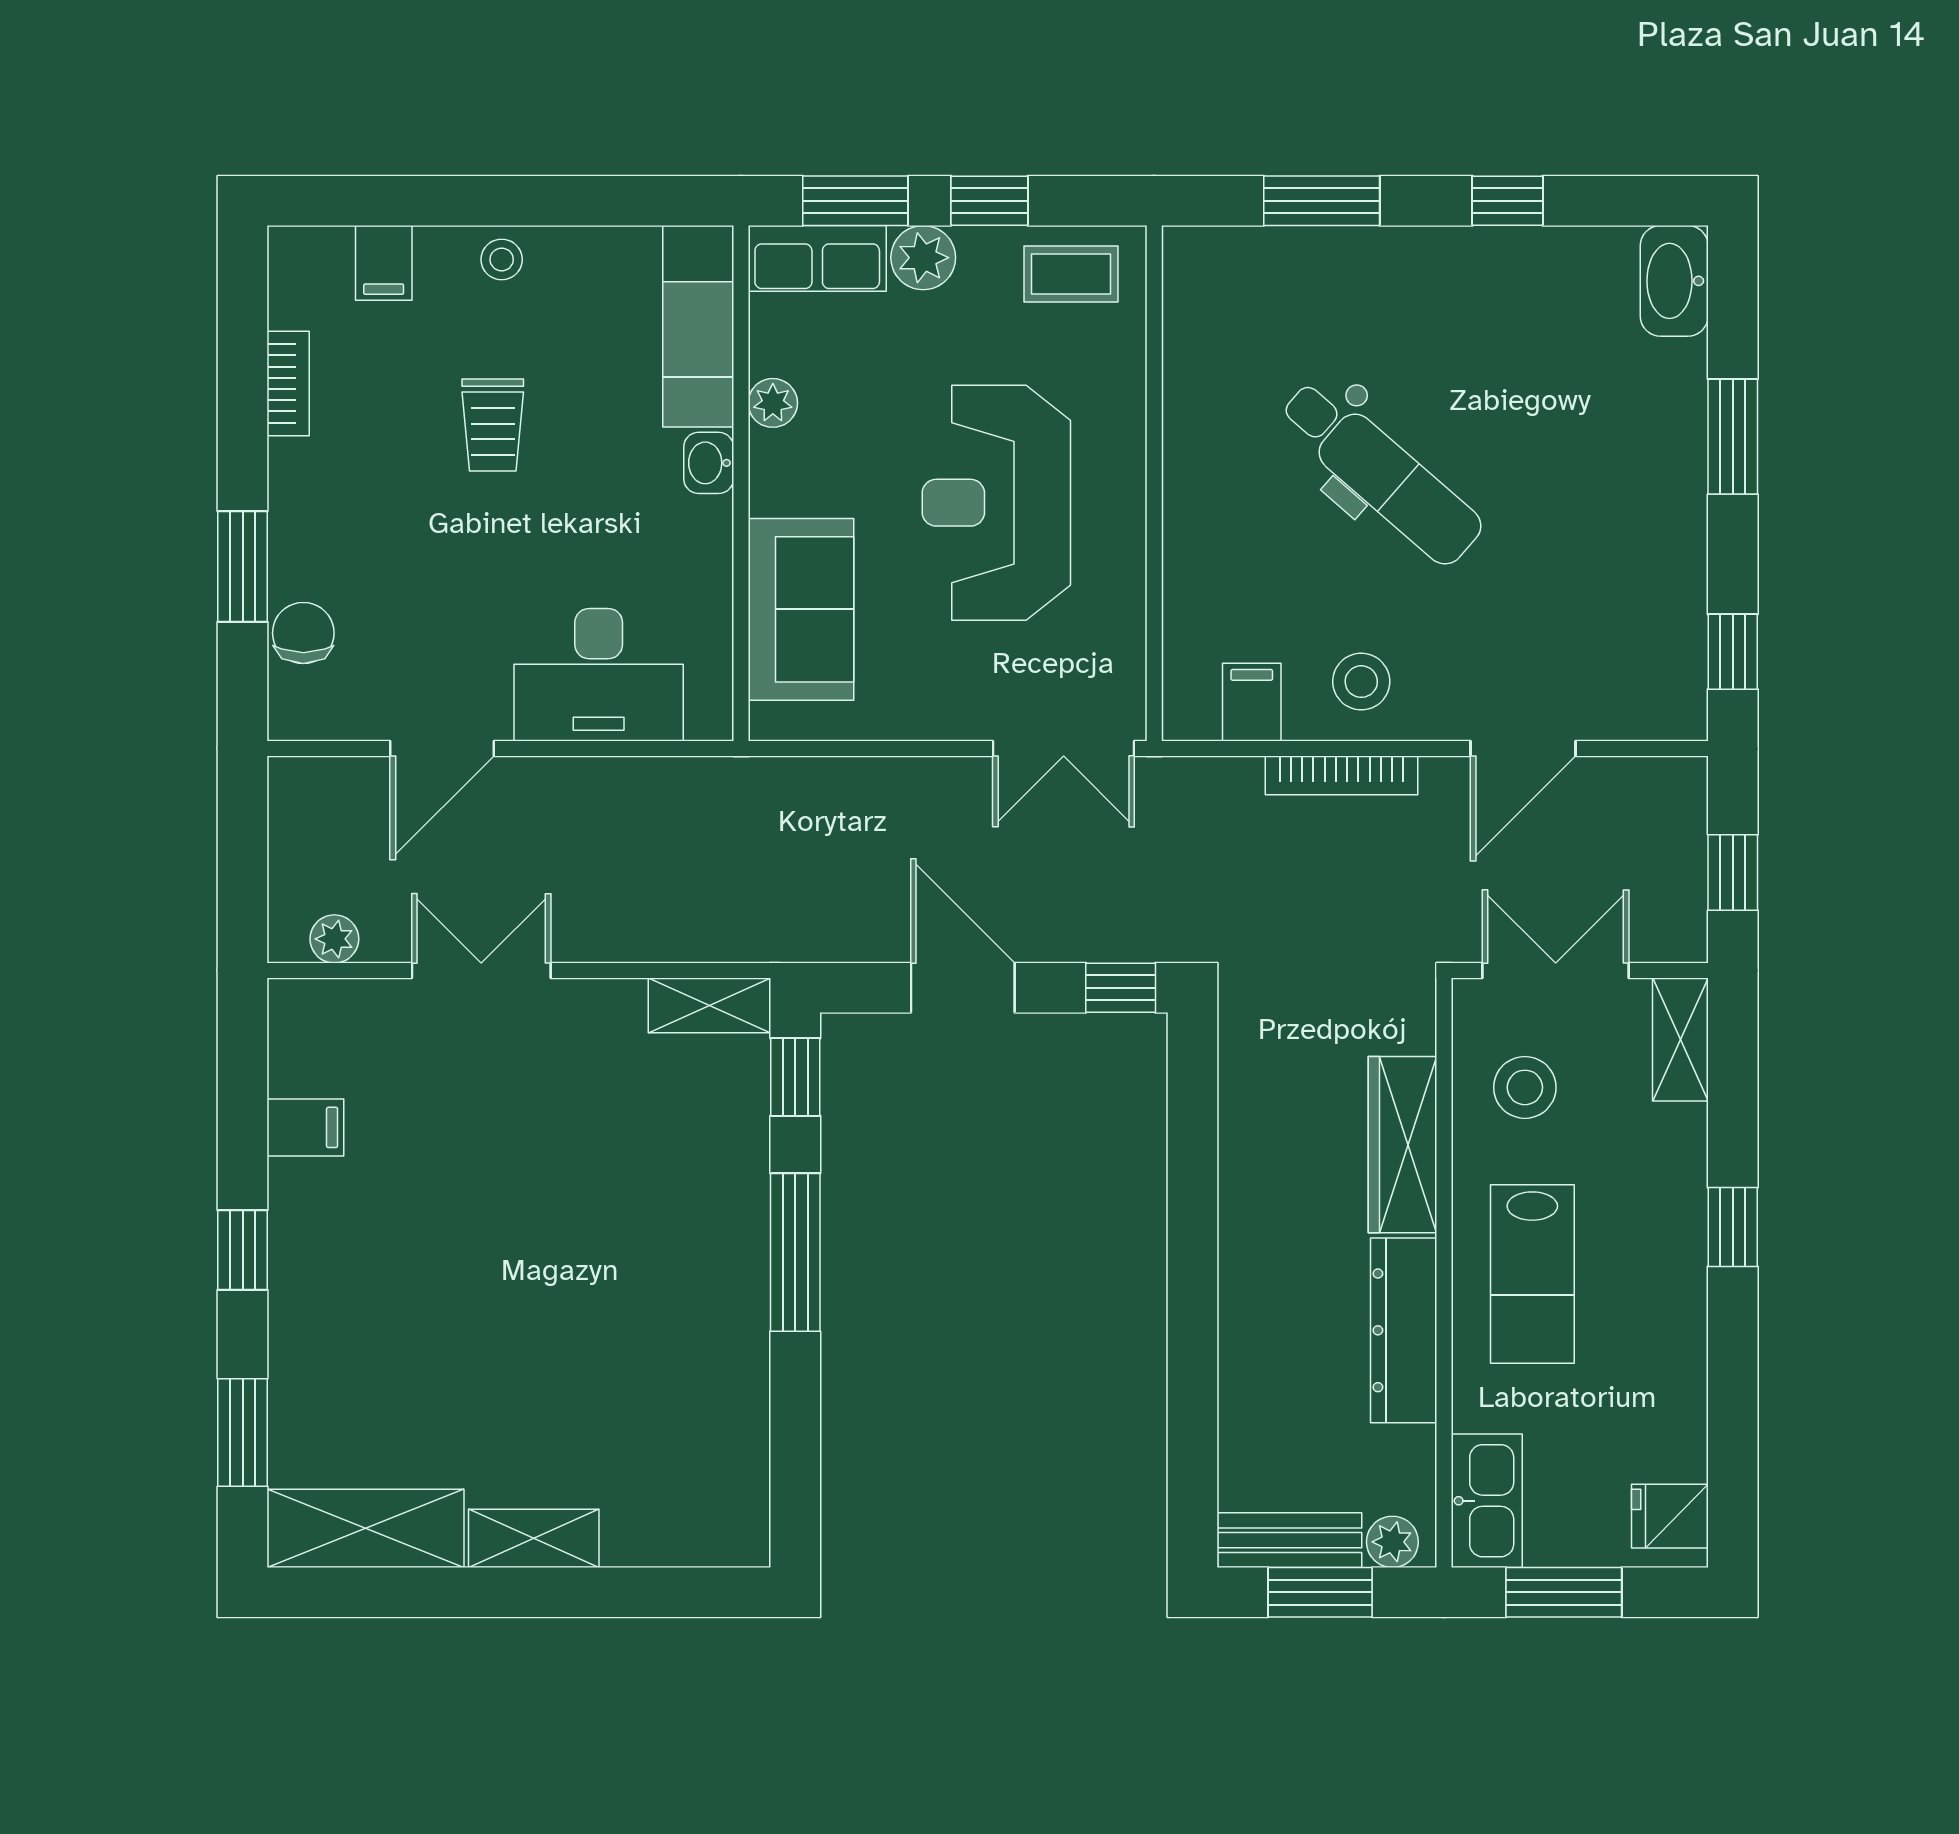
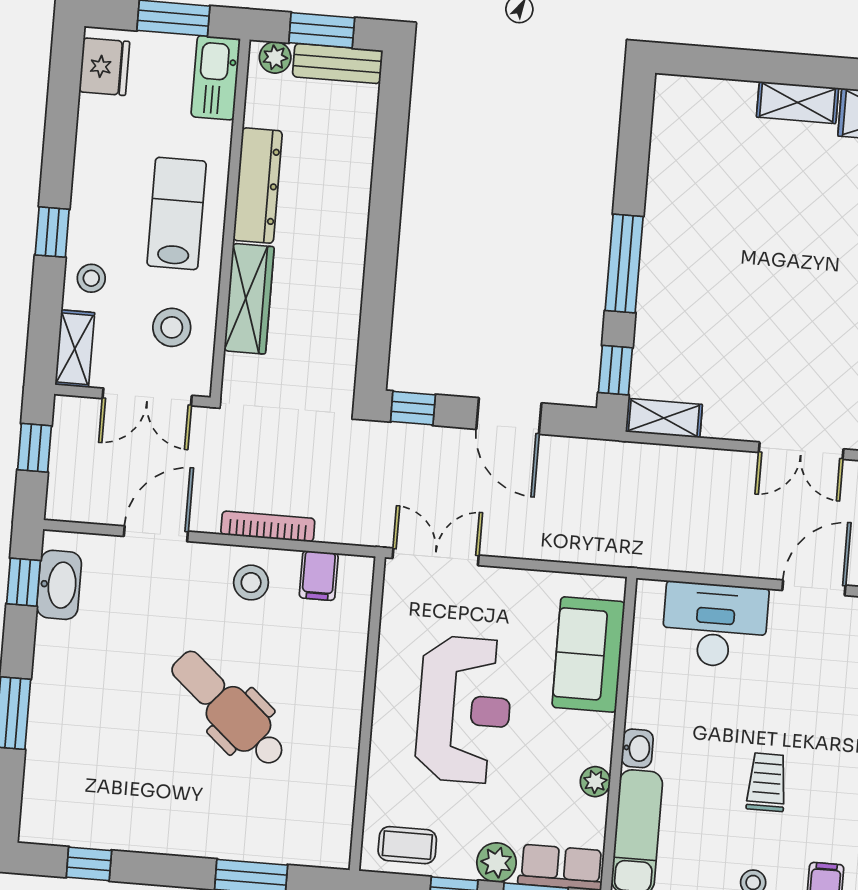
window: (1507, 201) -> (89, 864), moved
washbasin: (1674, 281) -> (59, 585), moved
stool: (1663, 1157) -> (91, 278), added
fridge: (1670, 1516) -> (104, 67), width x1.38

